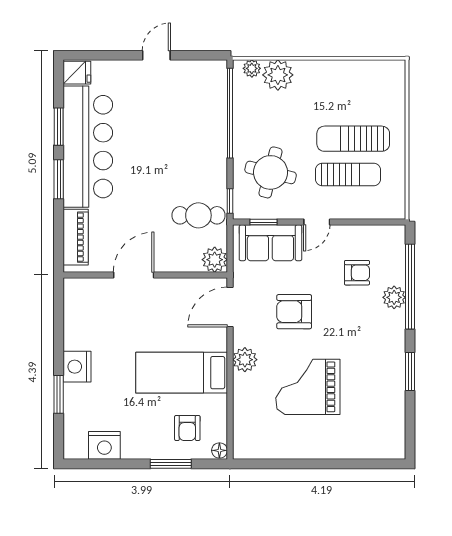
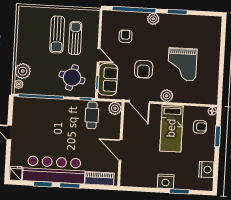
plant: (394, 297) -> (153, 19), moved

